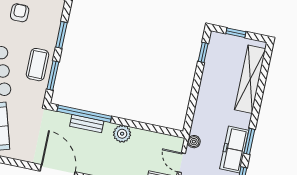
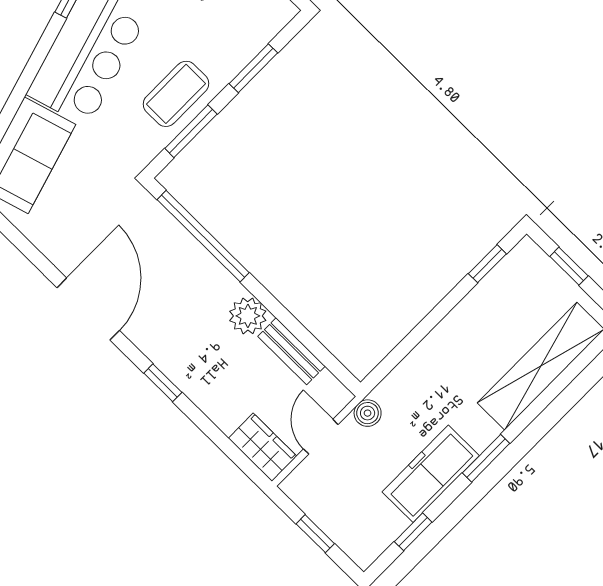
bench: (87, 124) -> (291, 351), moved
window: (249, 141) -> (486, 458), moved

